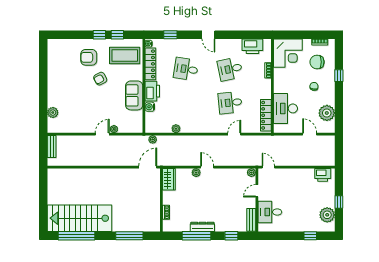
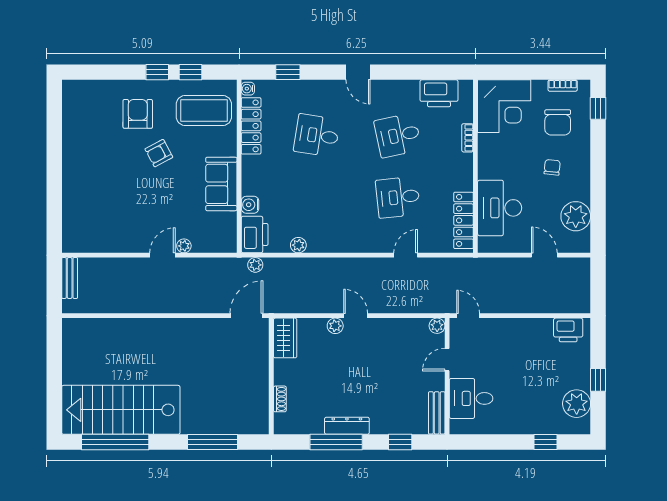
armchair: (89, 57) -> (138, 114), turned 90
chair: (317, 62) -> (558, 122), turned -90
window: (339, 76) -> (598, 108), moved
printer: (152, 91) -> (255, 234), moved
plant: (53, 113) -> (72, 215), removed

